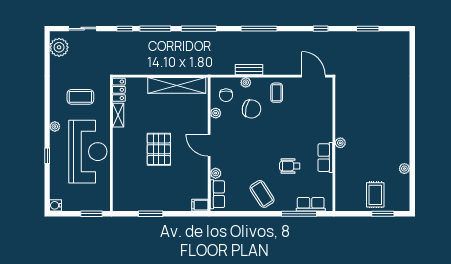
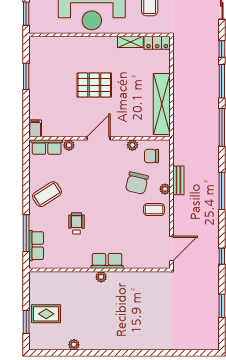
plant: (246, 82) -> (165, 189), moved
row of seats: (325, 158) -> (107, 261), moved

